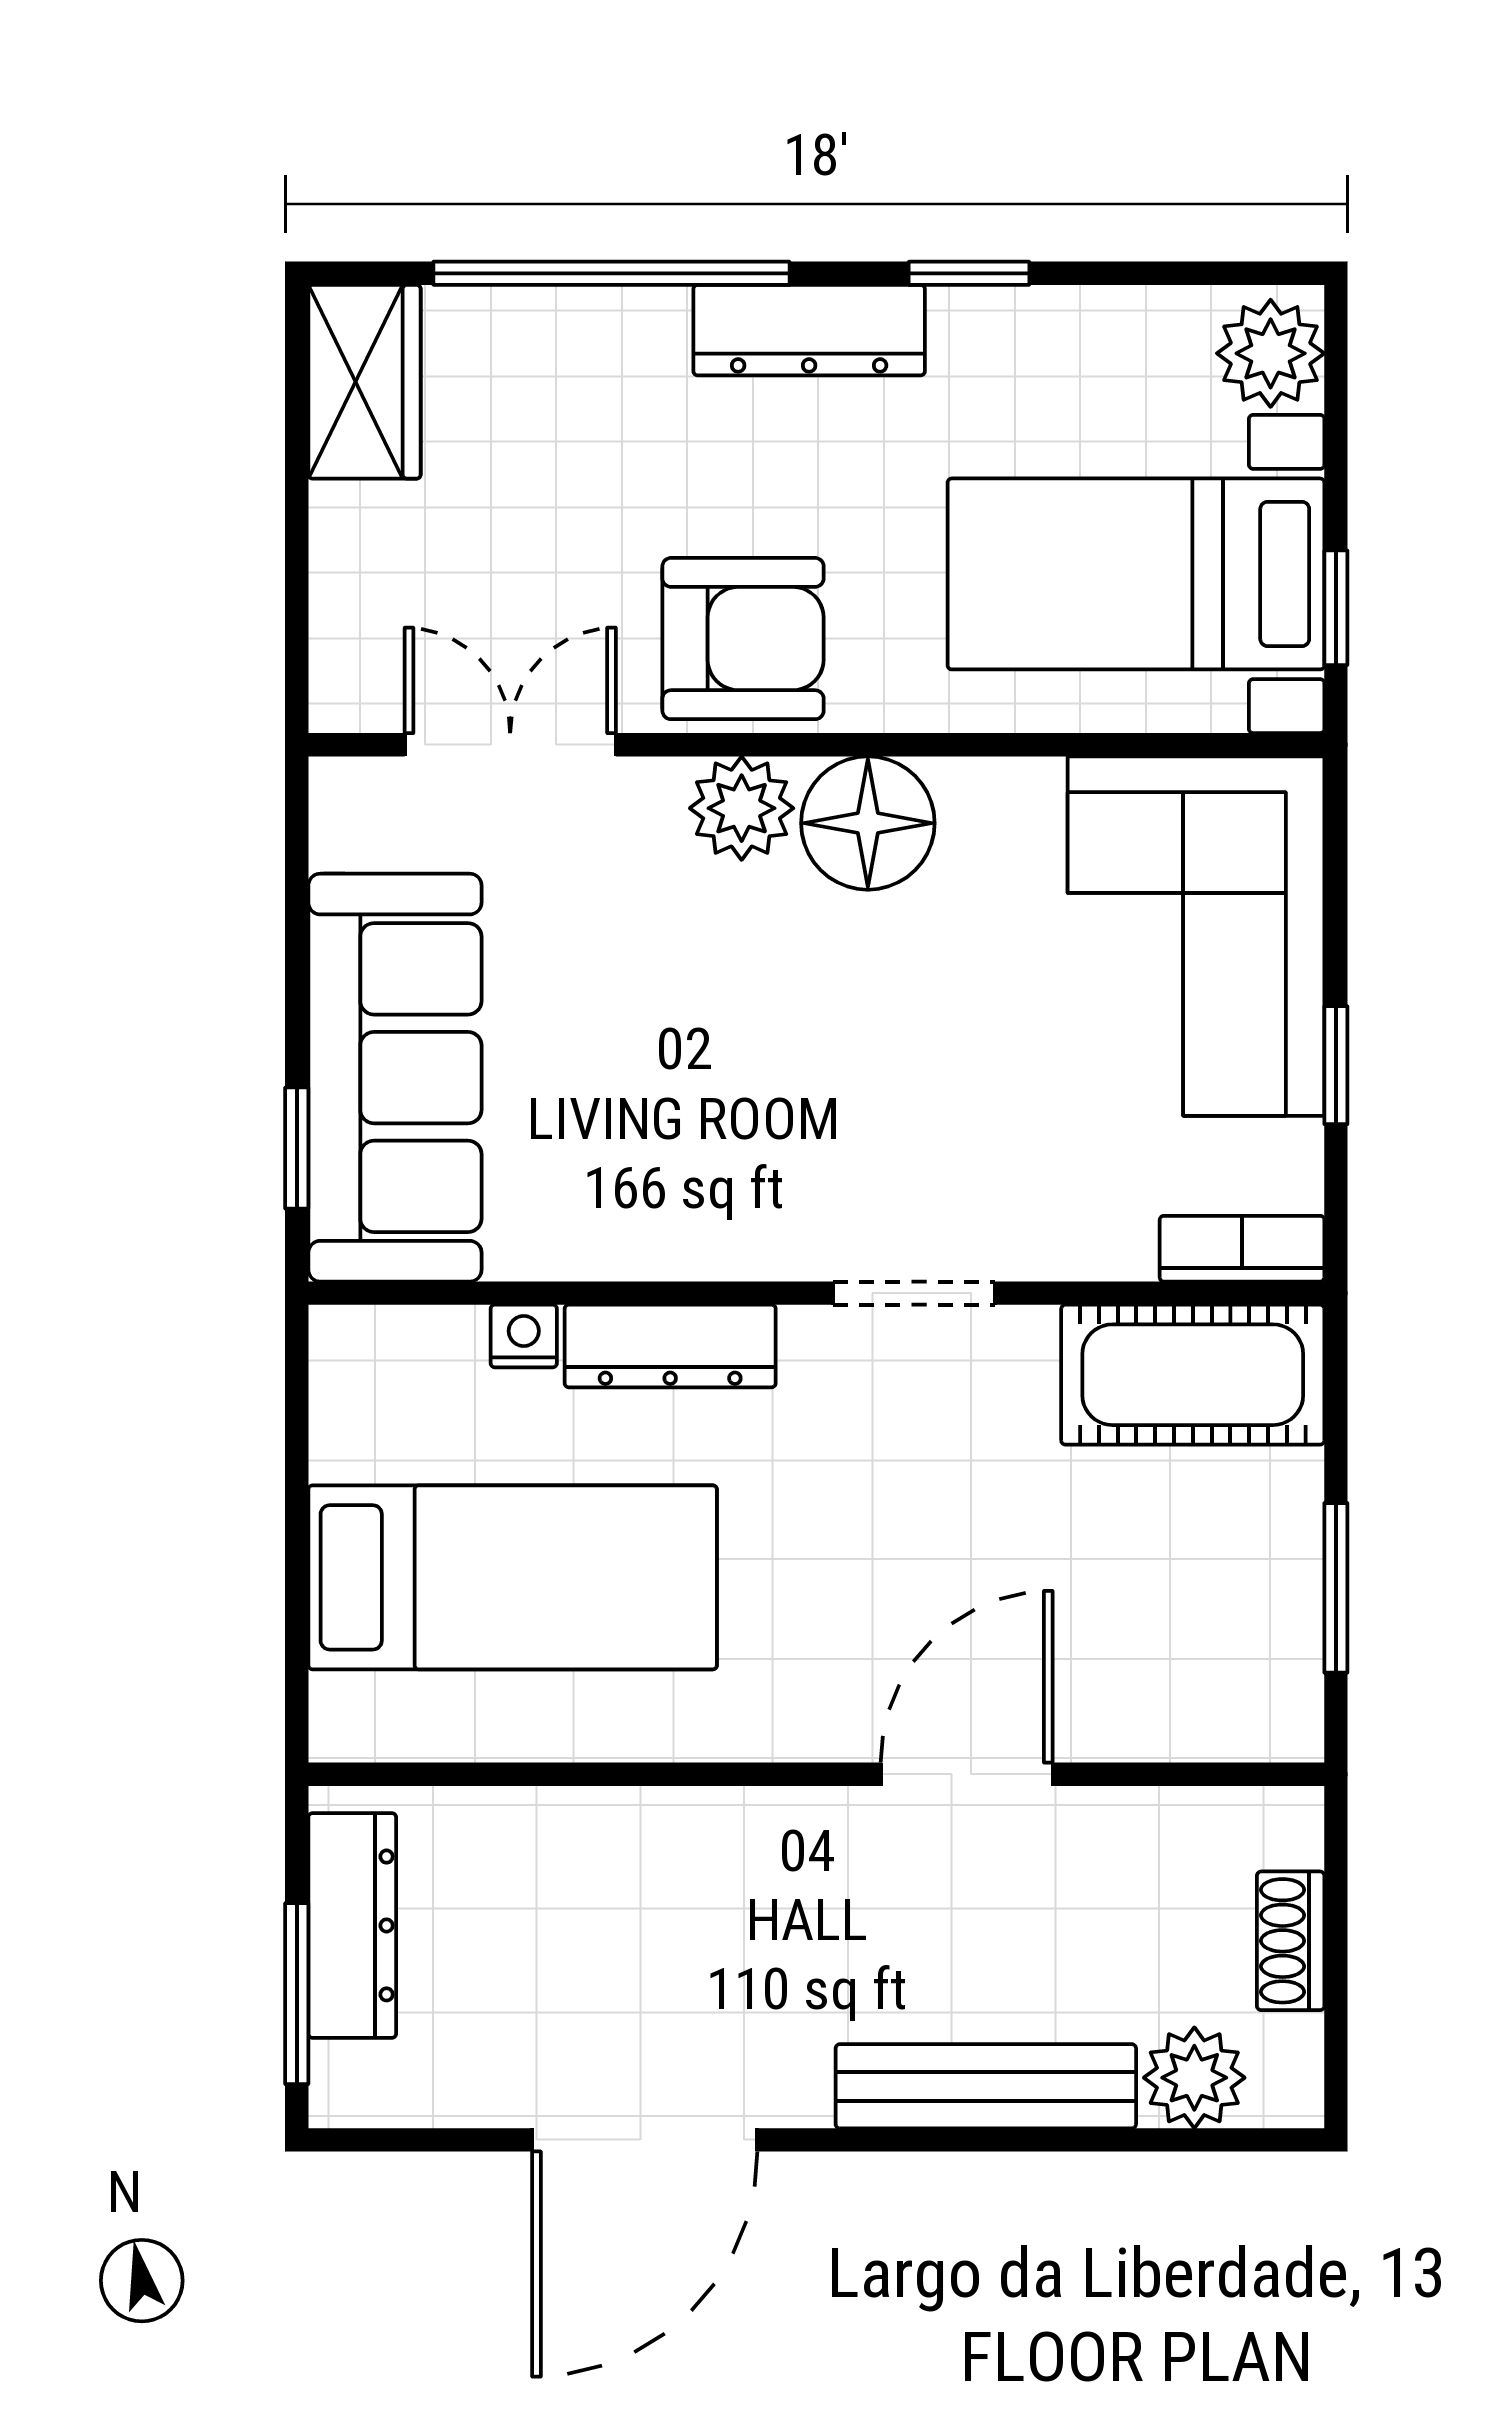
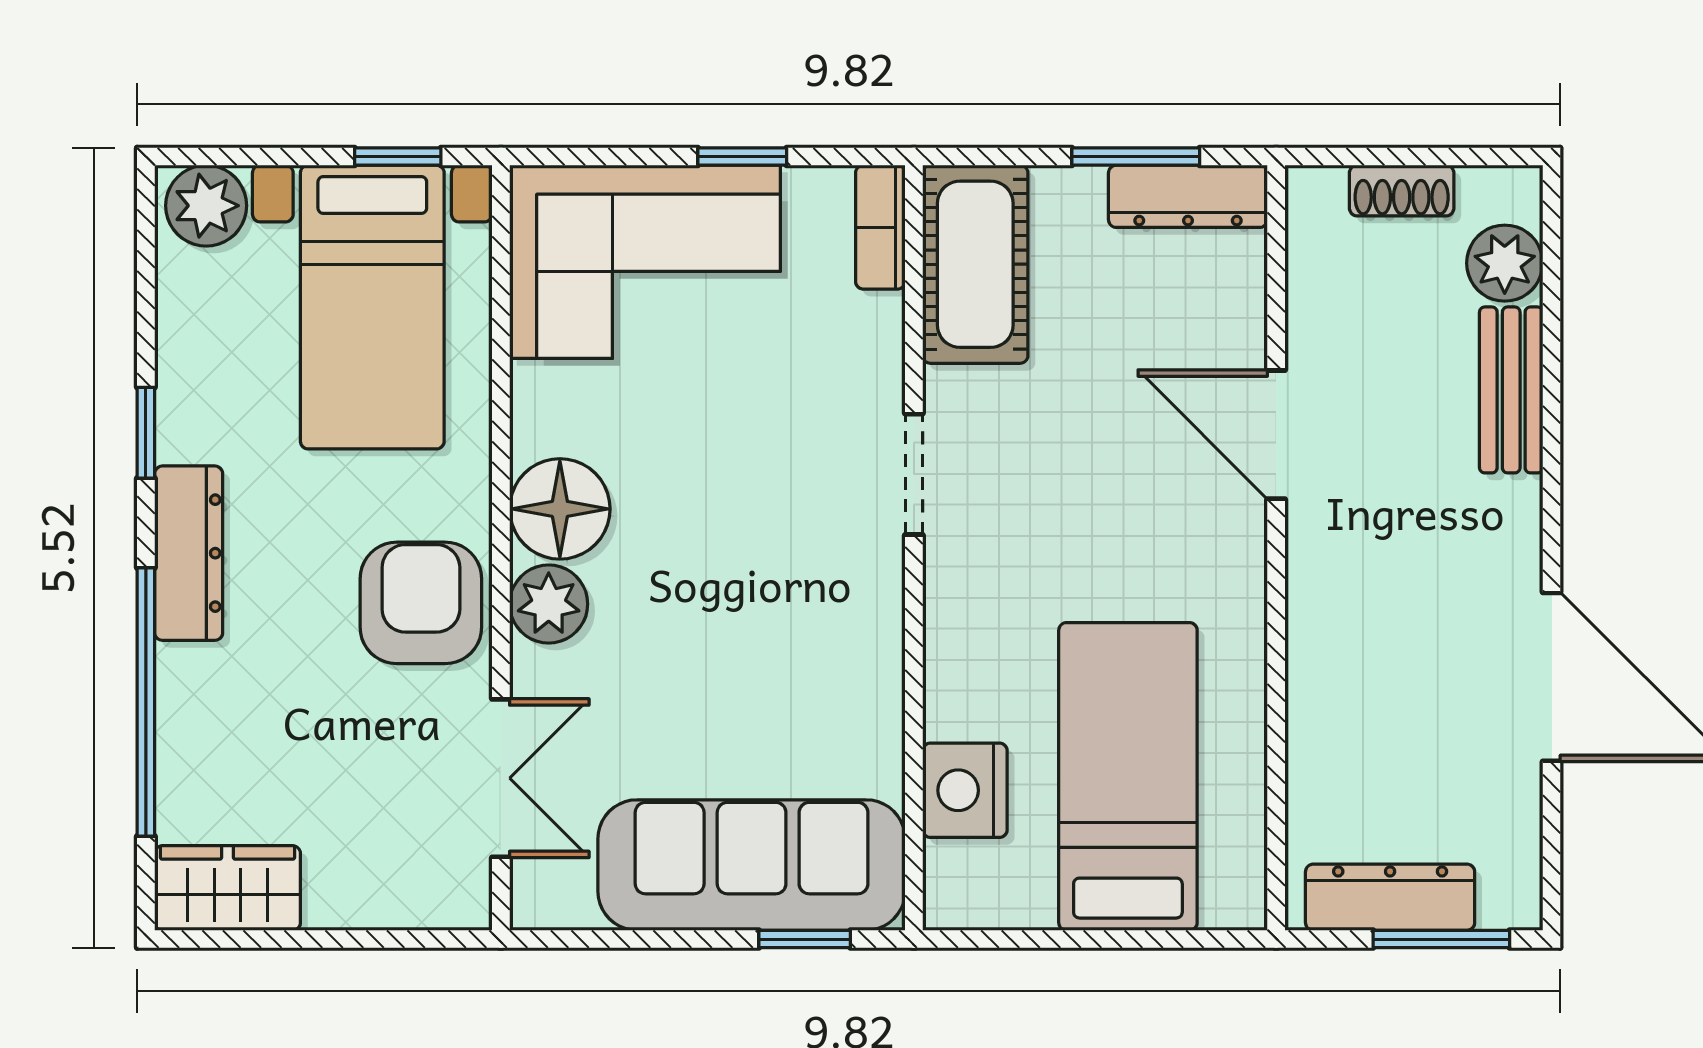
double door: (510, 745) -> (501, 778), swing flipped
nightstand: (524, 1336) -> (965, 790), width x1.89, depth x1.79
dresser: (670, 1346) -> (1188, 196), moved, turned 90
bench: (986, 2086) -> (1511, 390), width x0.73

